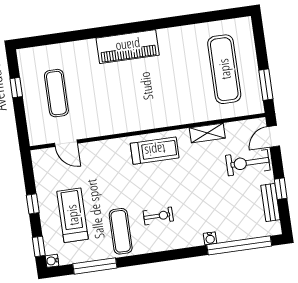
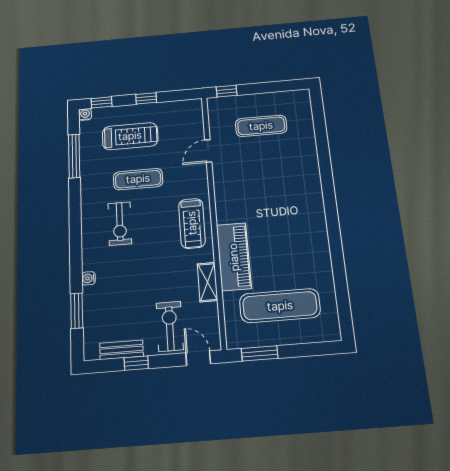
piano: (128, 47) -> (234, 257), moved, turned 180
window: (16, 88) -> (227, 91), moved
door: (66, 143) -> (208, 151), moved
exercise bike: (158, 216) -> (120, 224), width x1.38, depth x1.39
exercise mat: (121, 231) -> (138, 179), moved
window: (239, 245) -> (77, 311), width x0.47

